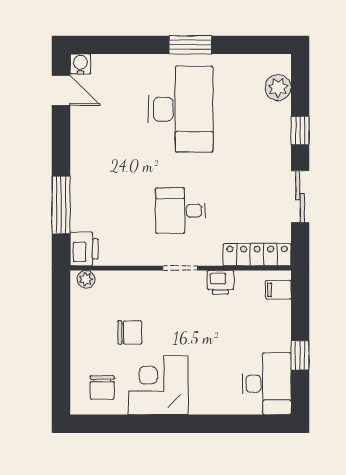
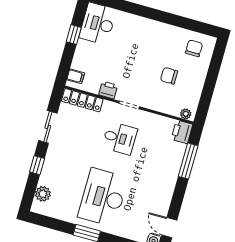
corner desk: (158, 385) -> (161, 40), removed

